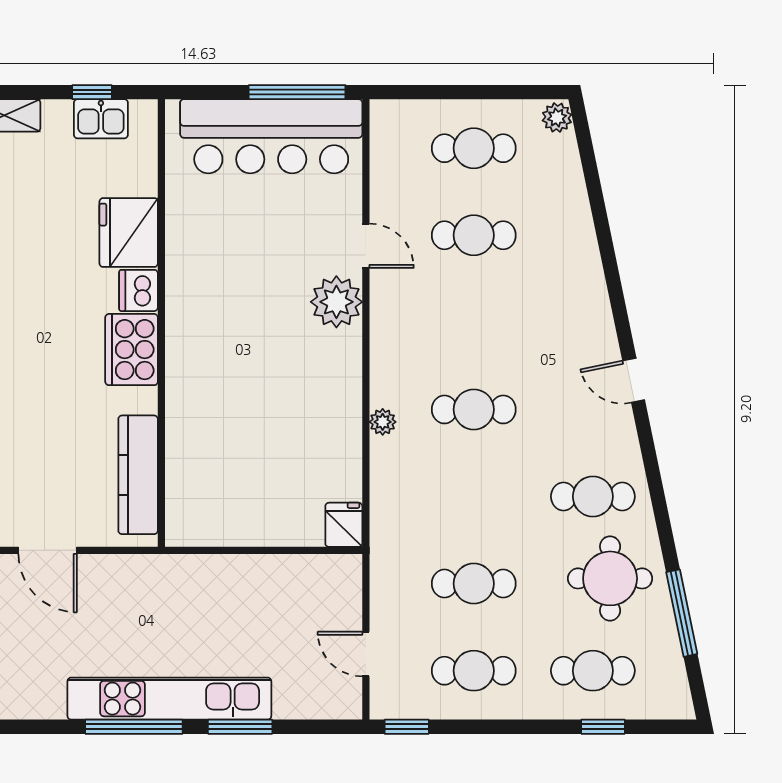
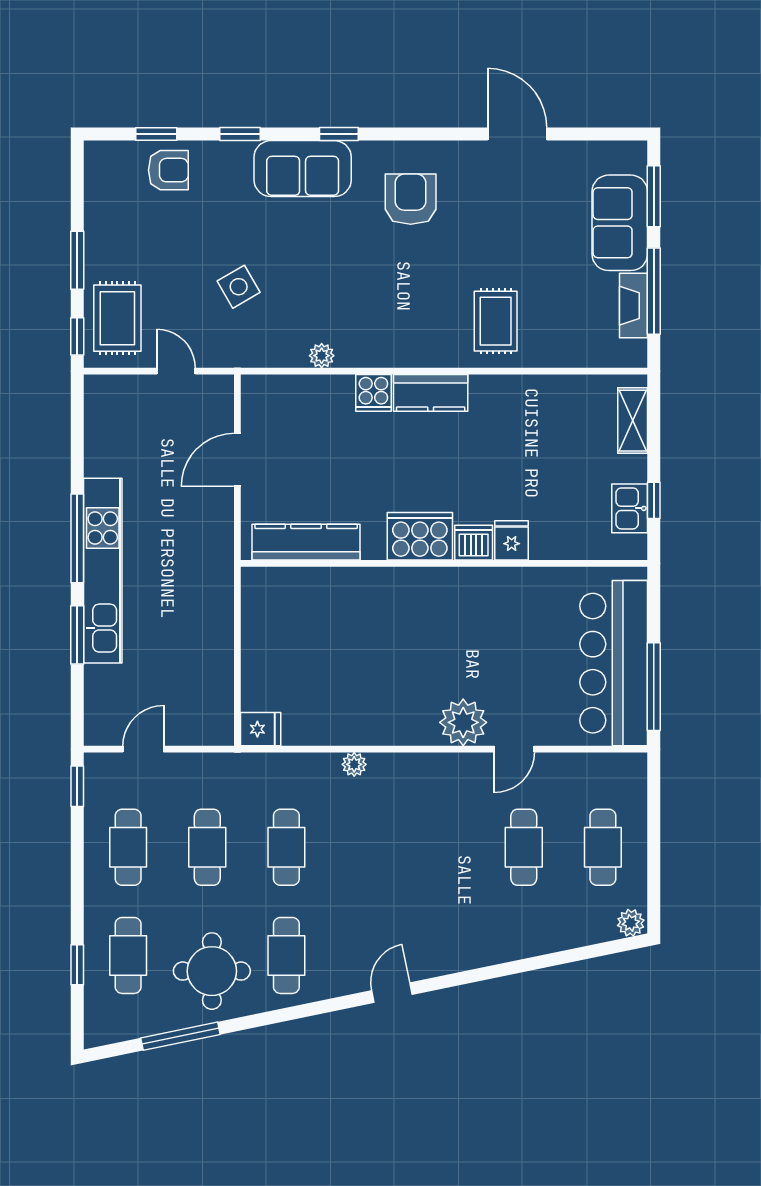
fridge: (129, 233) -> (512, 540), width x0.53, depth x0.75
cafe table: (474, 409) -> (286, 847), moved

